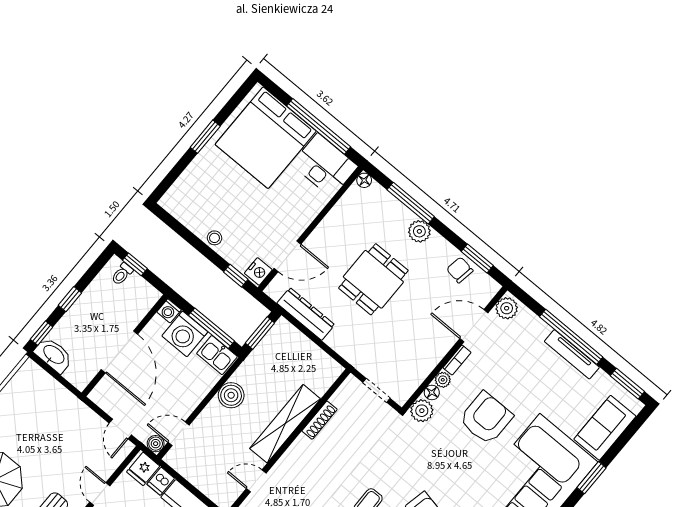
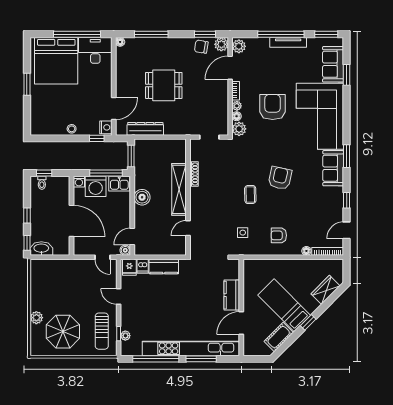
plant: (419, 231) -> (221, 44), moved
dining table: (373, 279) -> (164, 85), turned 90
window: (592, 478) -> (347, 75), moved

